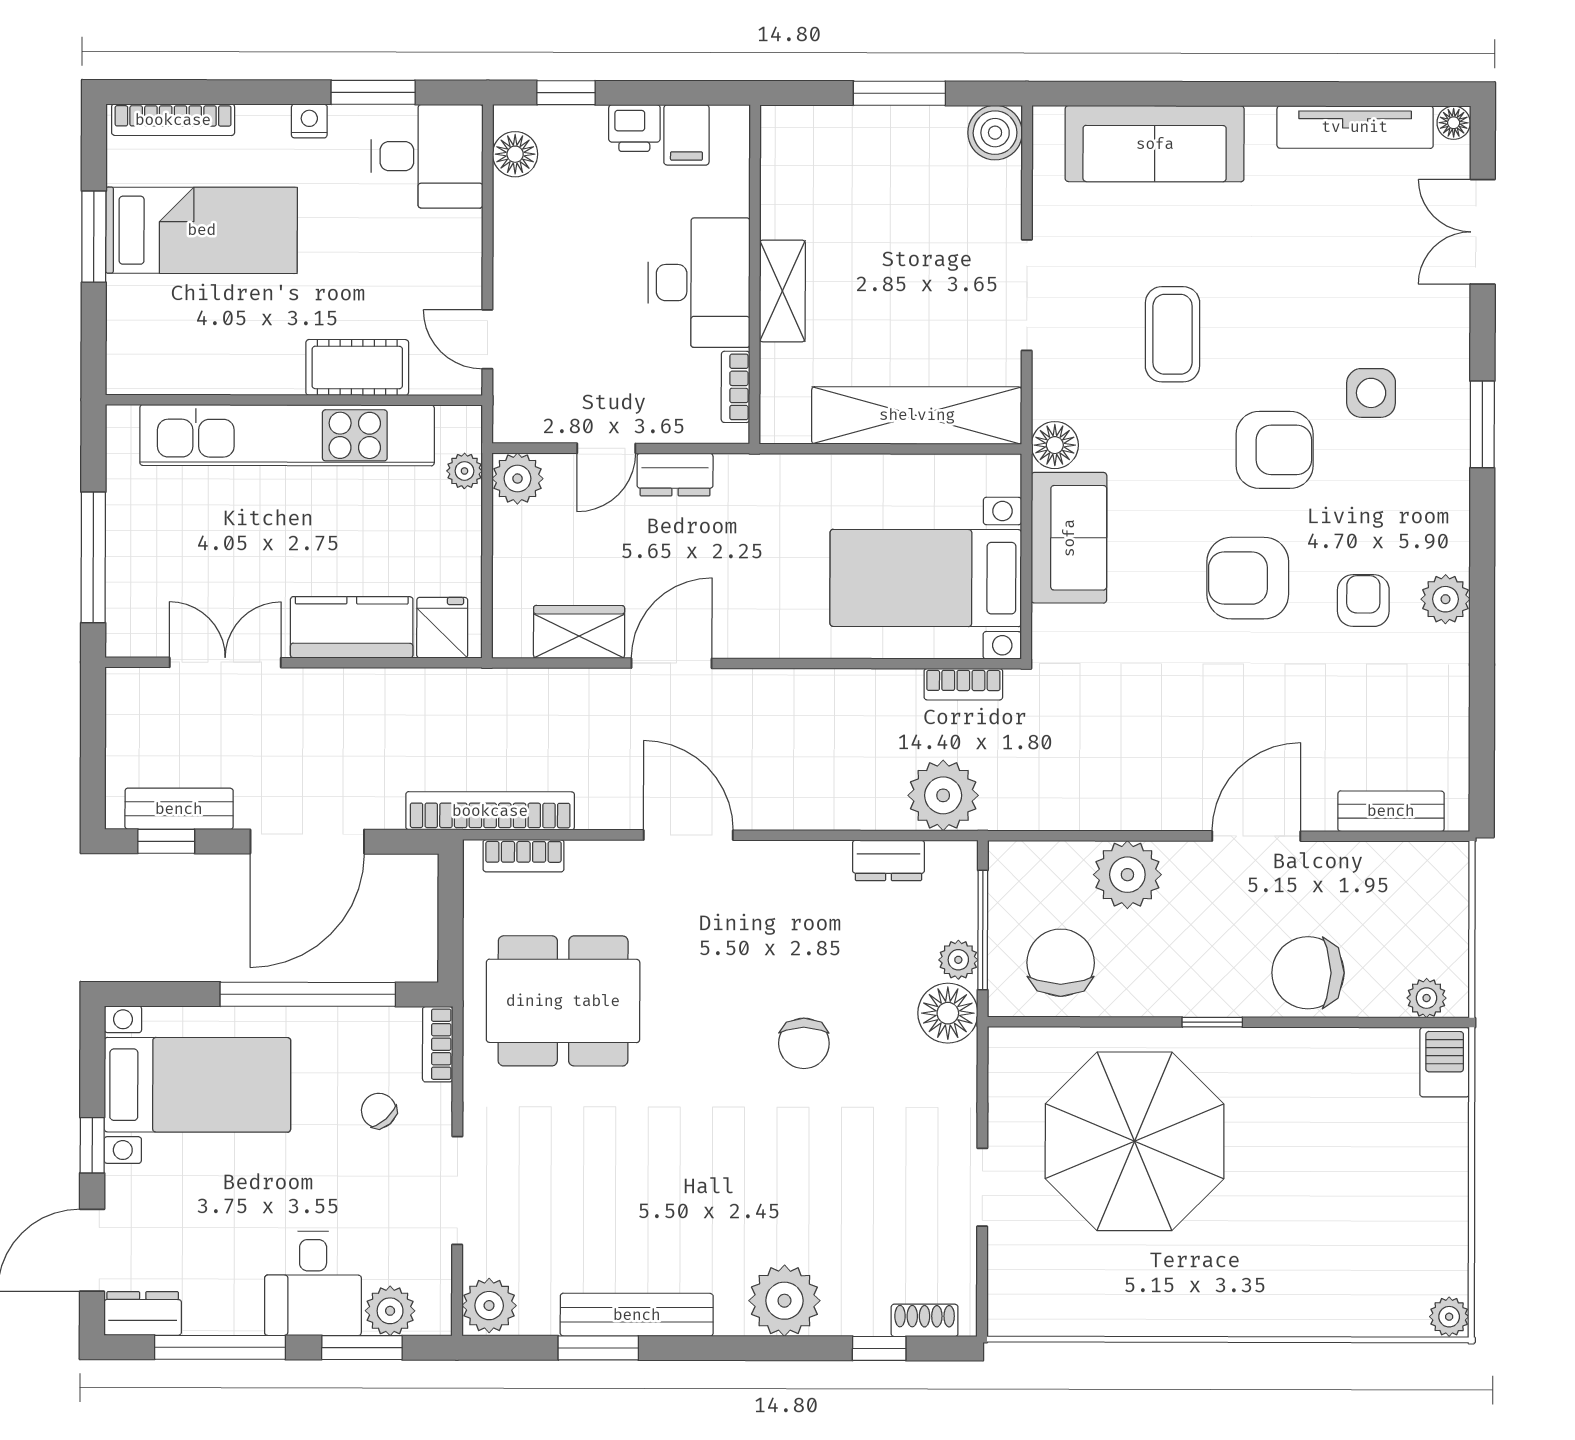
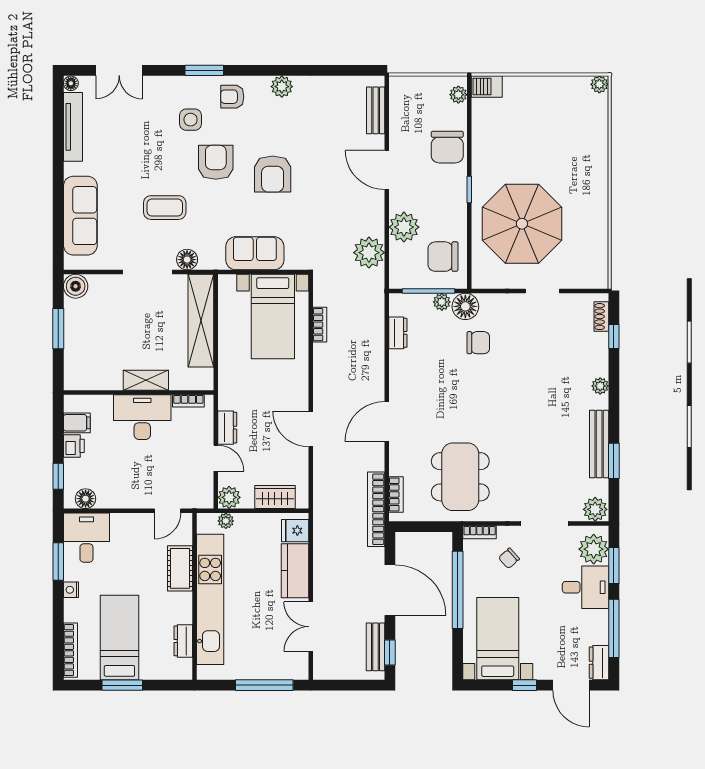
dresser: (193, 374) -> (183, 641), added
floor lamp: (1055, 445) -> (187, 260), moved
armchair: (1363, 601) -> (232, 97), moved
wardrobe: (579, 632) -> (275, 497), moved, turned 90
bookcase: (963, 684) -> (320, 325), moved
plant: (943, 795) -> (369, 253), moved
chair: (804, 1043) -> (478, 343), moved
plant: (784, 1301) -> (600, 386), width x0.53, depth x0.53
plant: (390, 1311) -> (594, 549), width x1.36, depth x1.36

